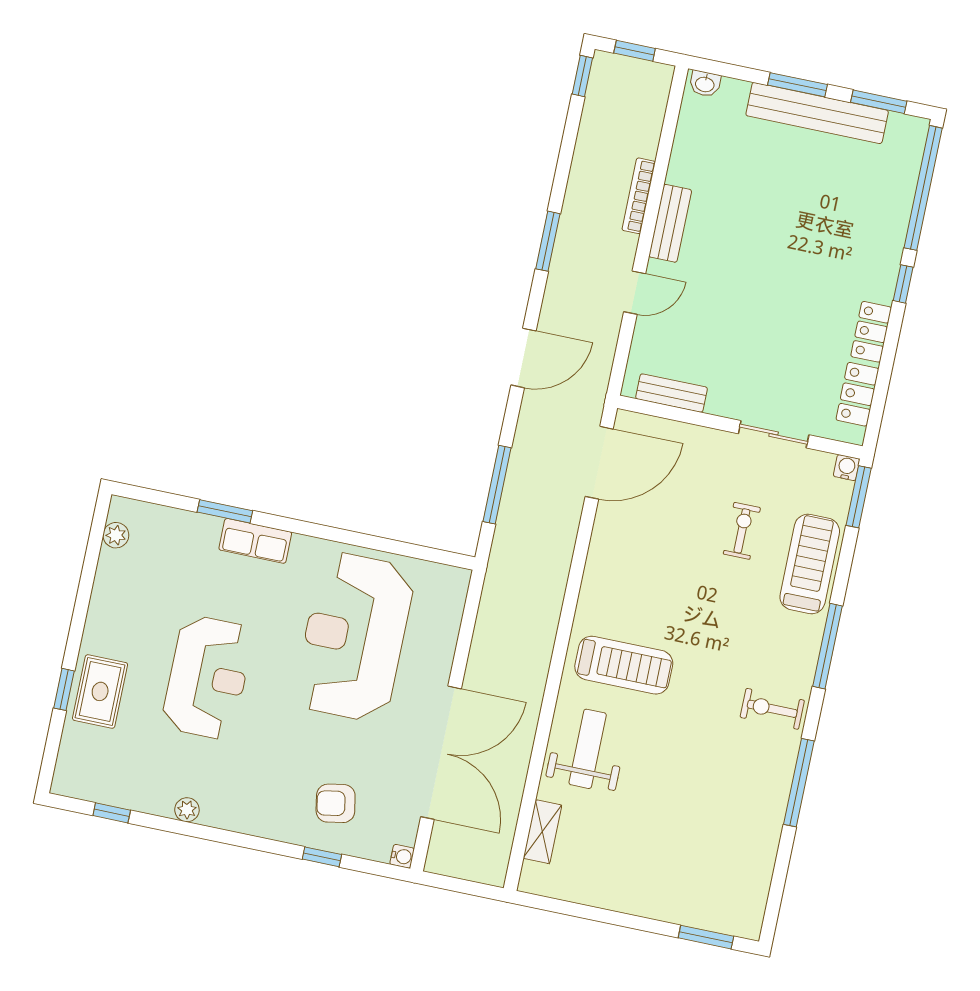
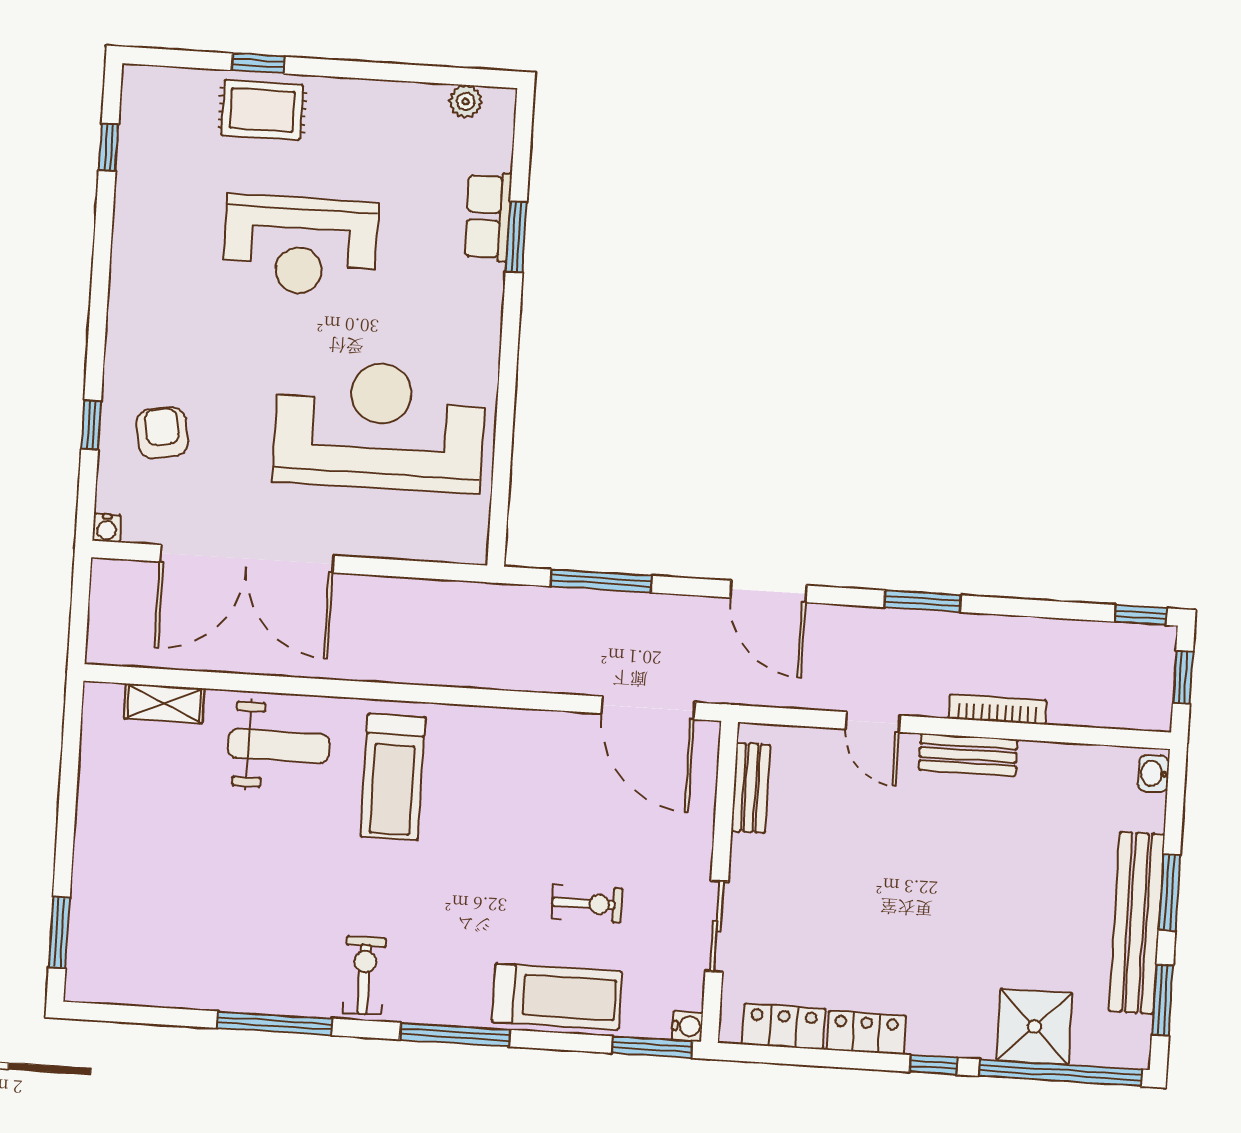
shower: (885, 203) -> (1034, 1027), added
row of seats: (255, 541) -> (488, 217), moved
plant: (187, 810) -> (127, 243), removed

